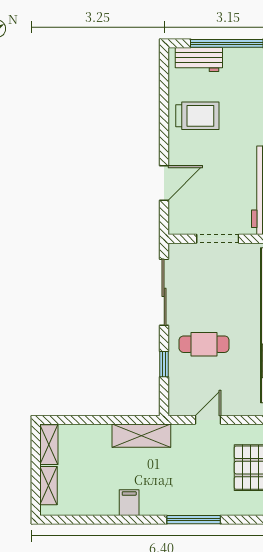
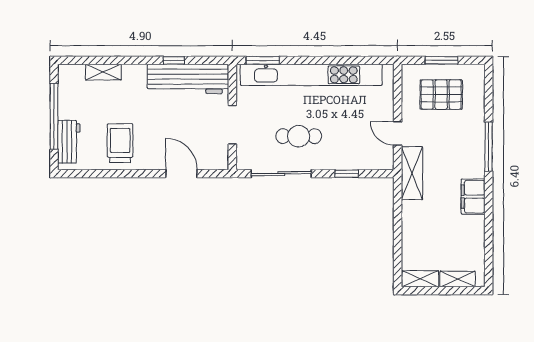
cafe table: (204, 344) -> (299, 136), moved, turned 90
shelving: (141, 436) -> (412, 173), moved
filing cabinet: (129, 503) -> (473, 197), width x2.00

